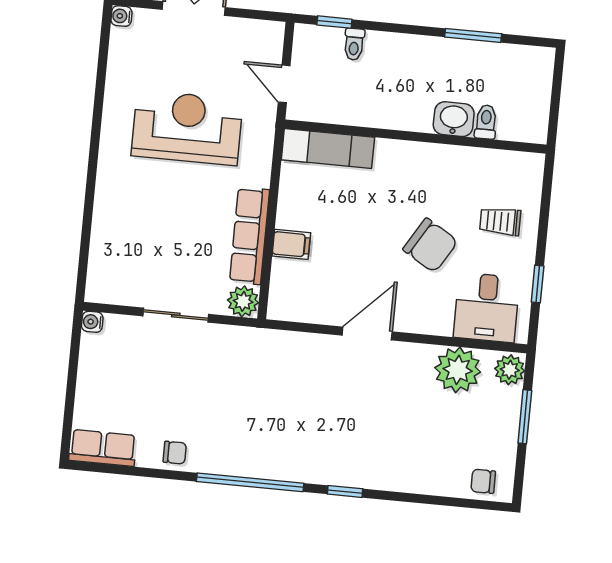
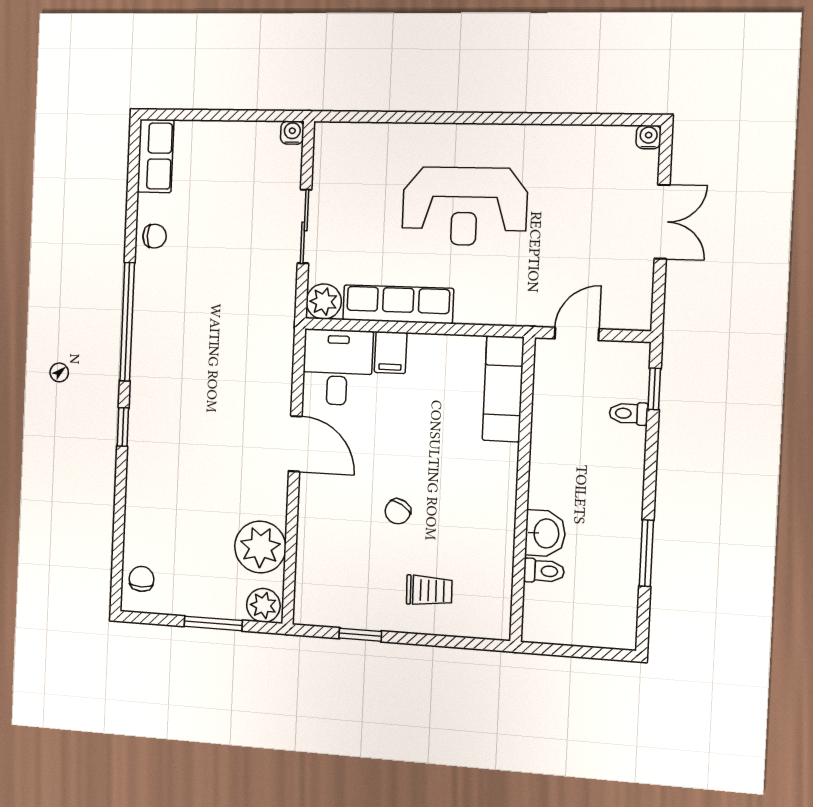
reception desk: (187, 128) -> (464, 206), moved, turned 90
trolley: (500, 221) -> (429, 590), turned 89
chair: (430, 245) -> (398, 511), width x0.54, depth x0.54
desk: (487, 307) -> (337, 367), moved, turned 90
chair: (175, 453) -> (155, 236), turned -90

